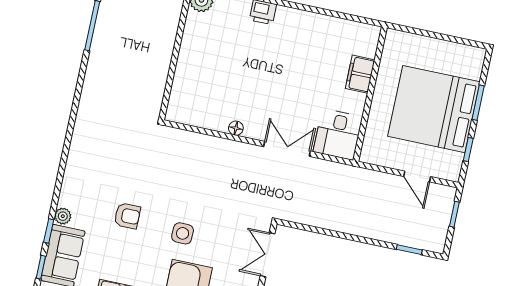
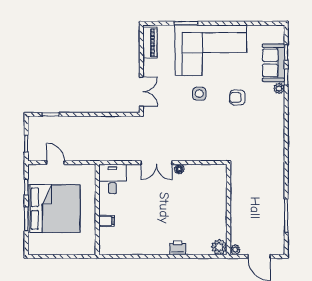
filing cabinet: (360, 74) -> (106, 221), width x0.50
double door: (287, 149) -> (156, 163), moved

